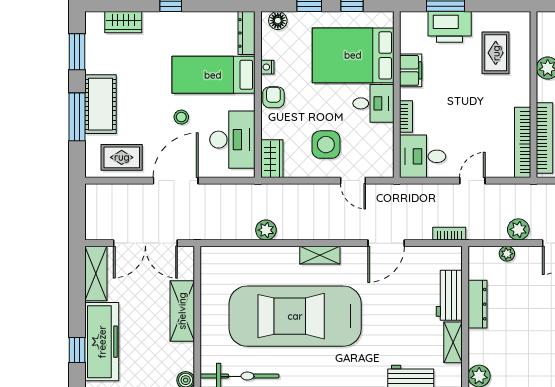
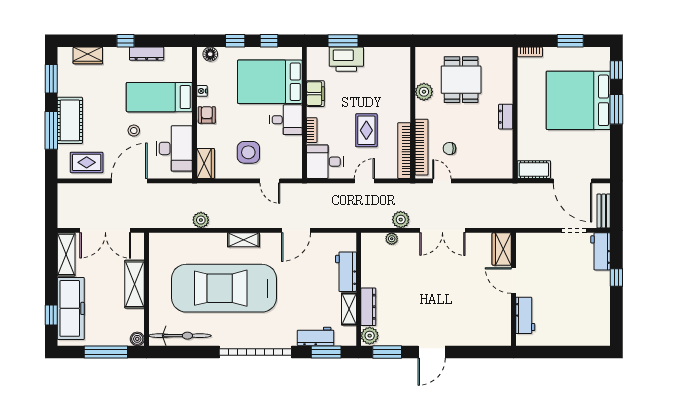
dresser: (247, 33) -> (147, 54), moved, turned -90
rug: (496, 53) -> (366, 130), moved
bookcase: (449, 234) -> (346, 223), removed
dresser: (477, 304) -> (368, 307), moved

